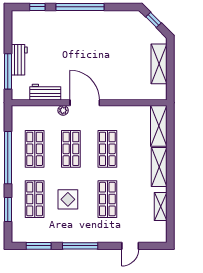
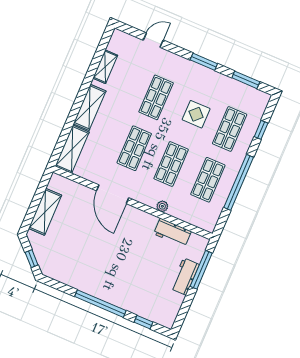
door: (85, 103) -> (113, 194), moved
window: (8, 210) -> (261, 130), width x0.67
window: (80, 246) -> (204, 62), width x0.69

